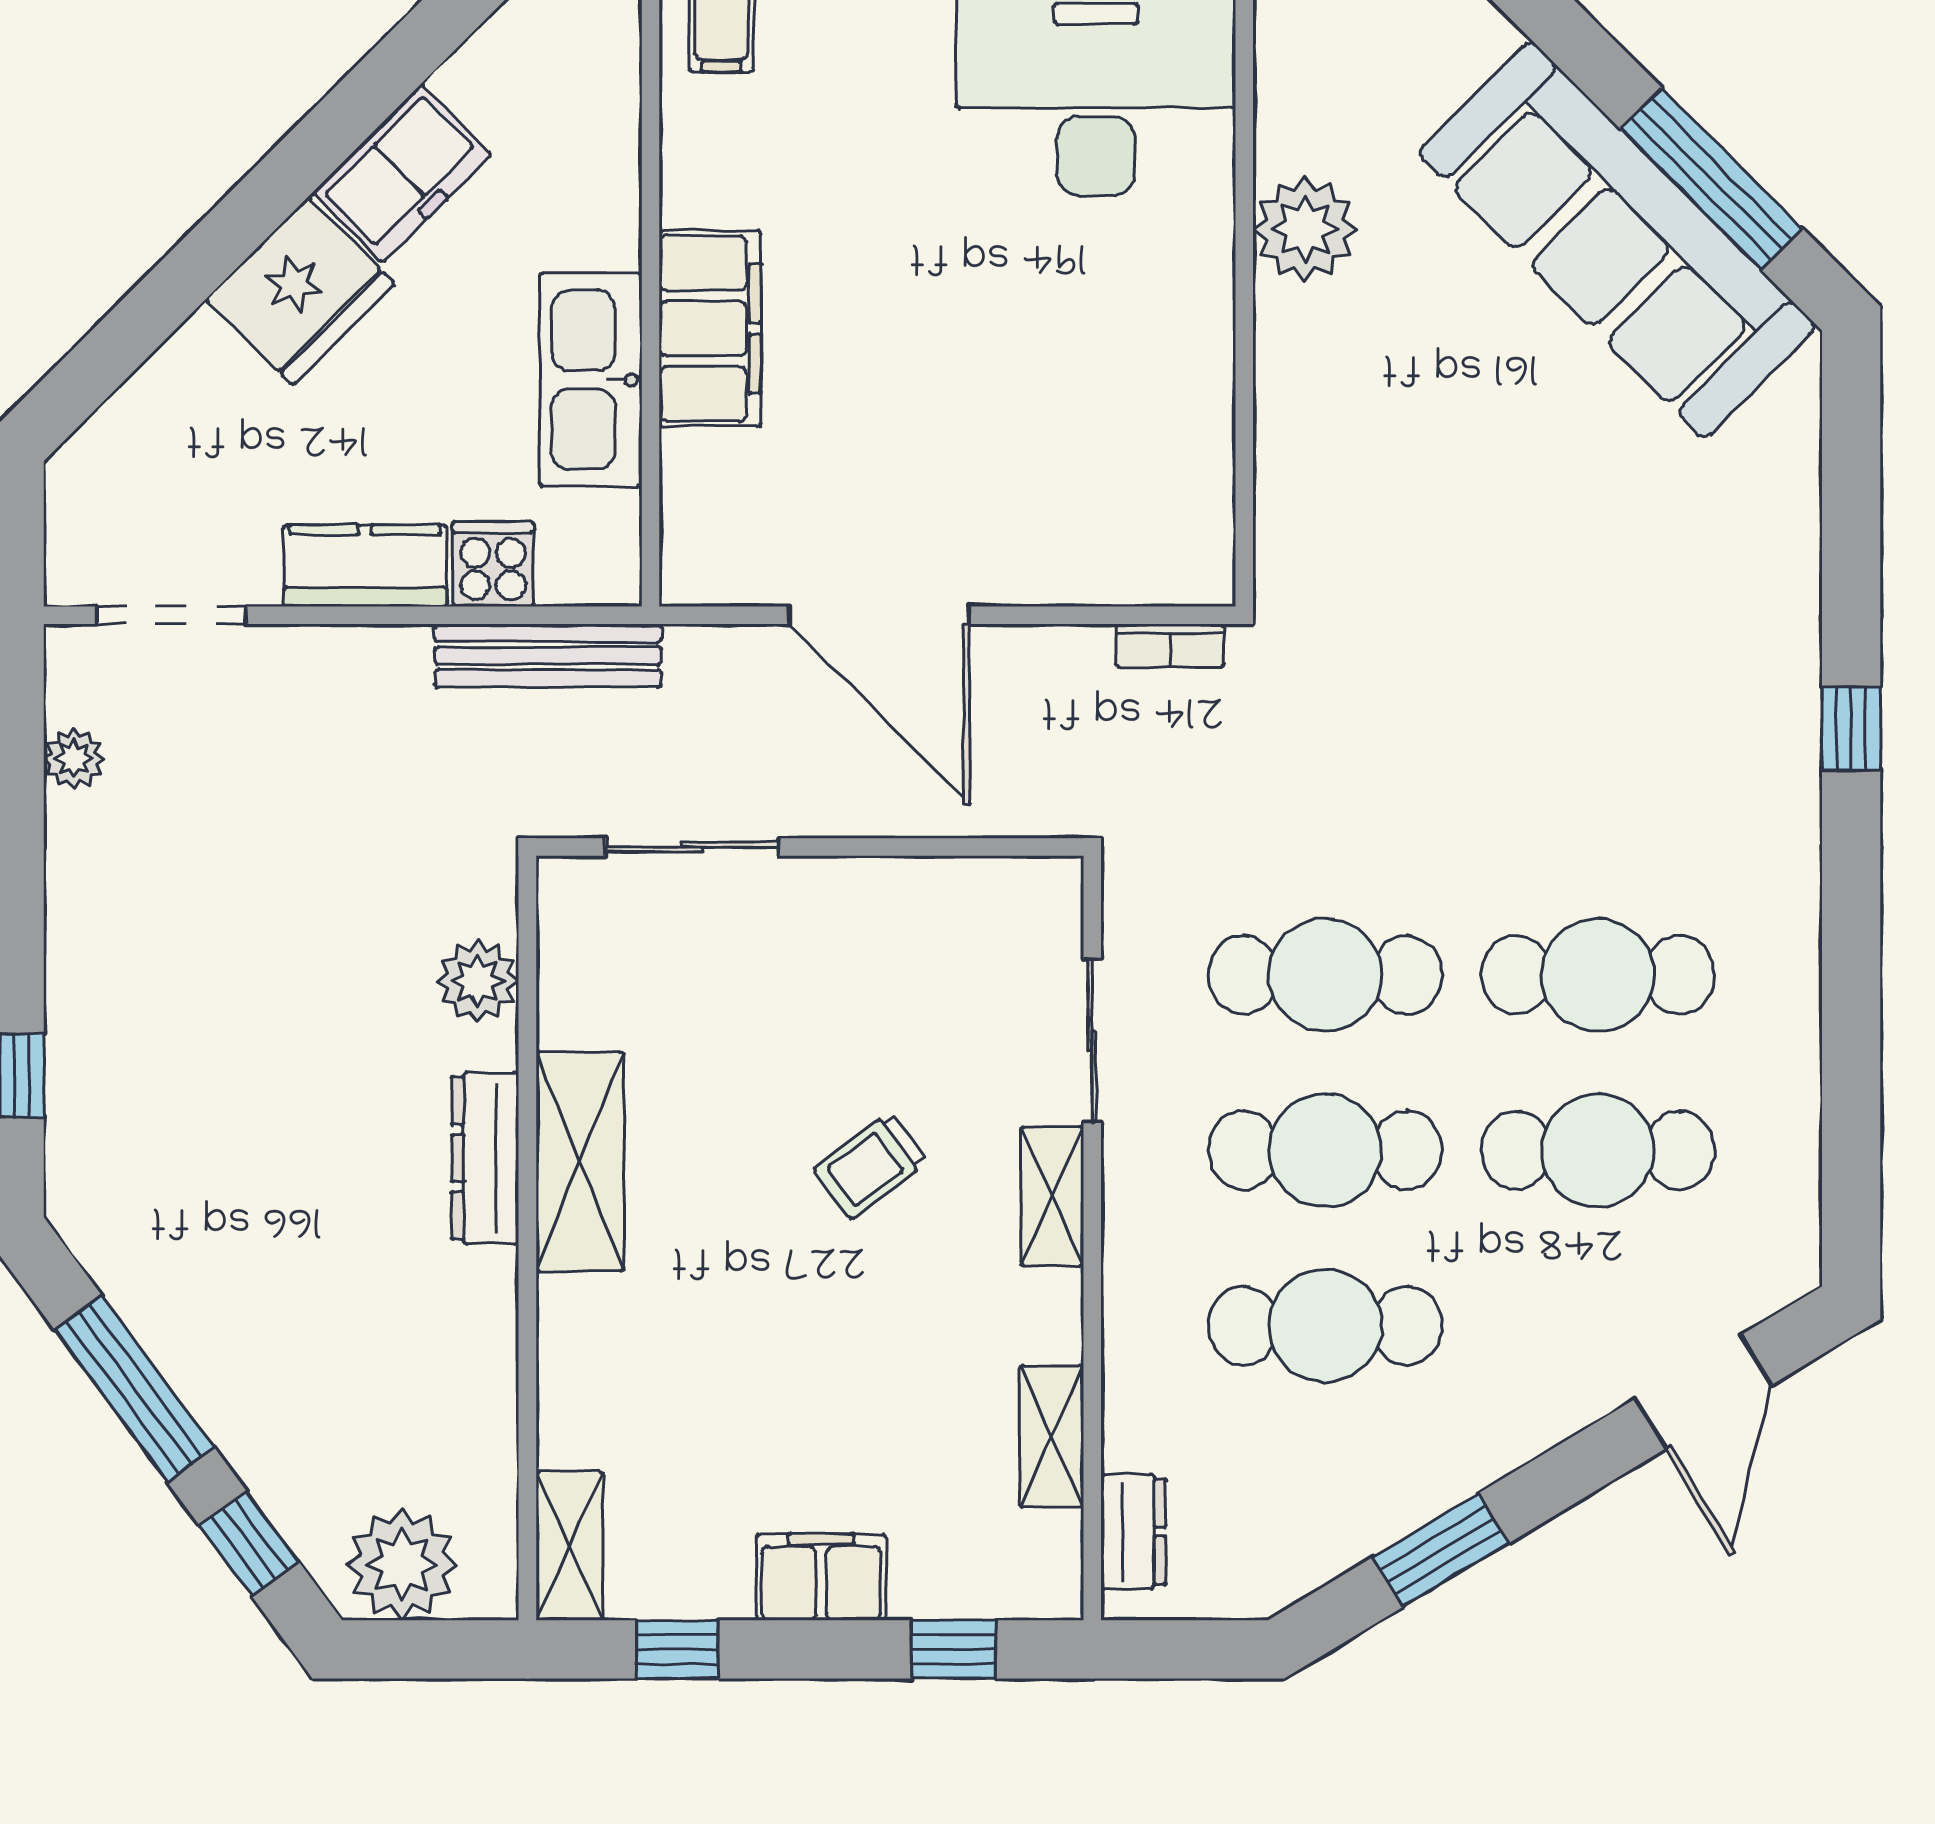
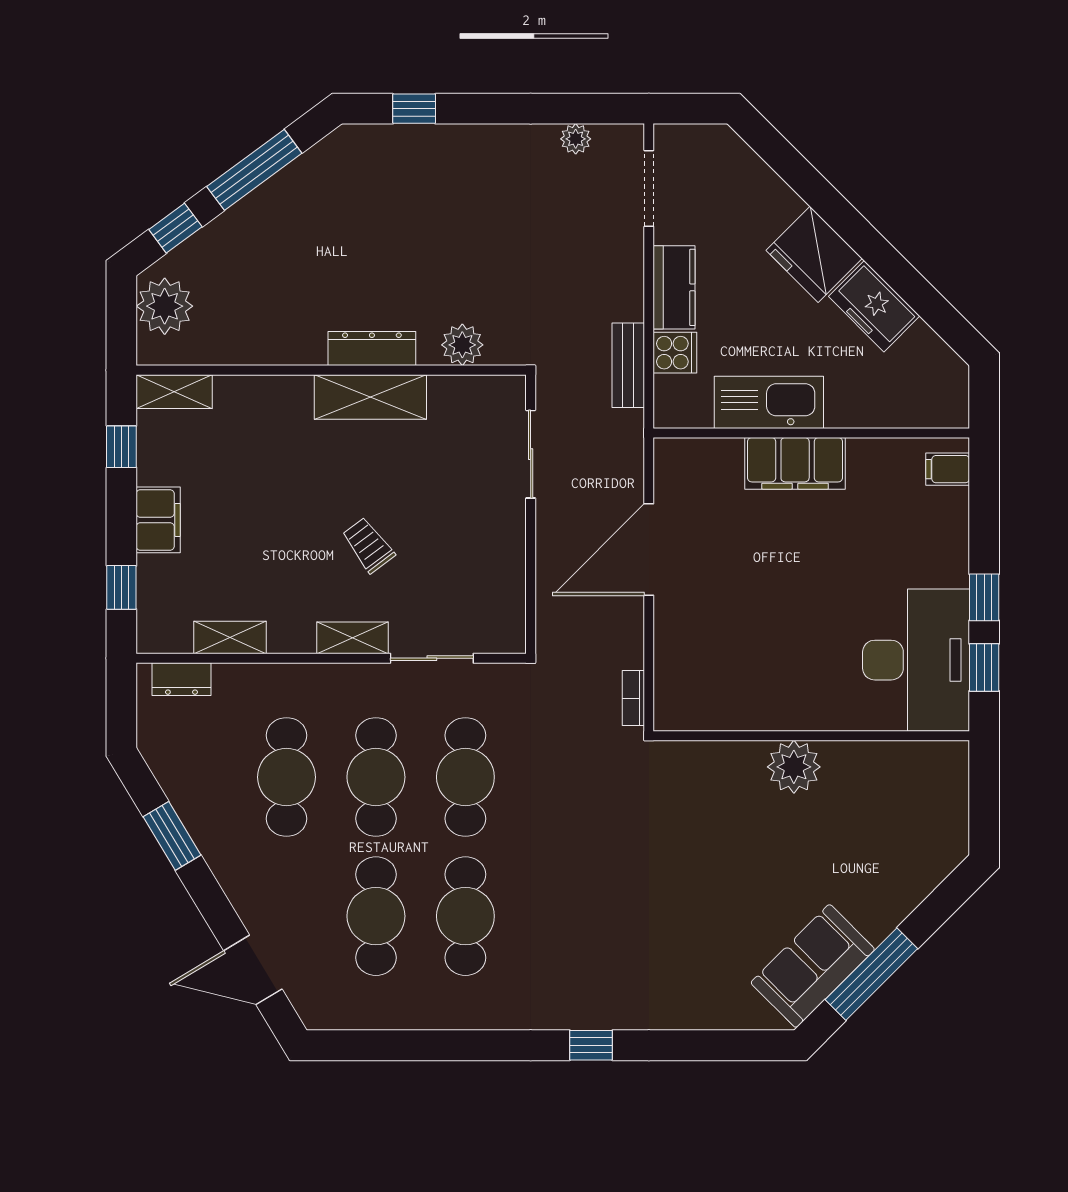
plant: (1305, 229) -> (794, 767), moved
sofa: (1617, 240) -> (813, 966), width x0.54, depth x0.79
bench: (548, 656) -> (628, 365), width x0.73

